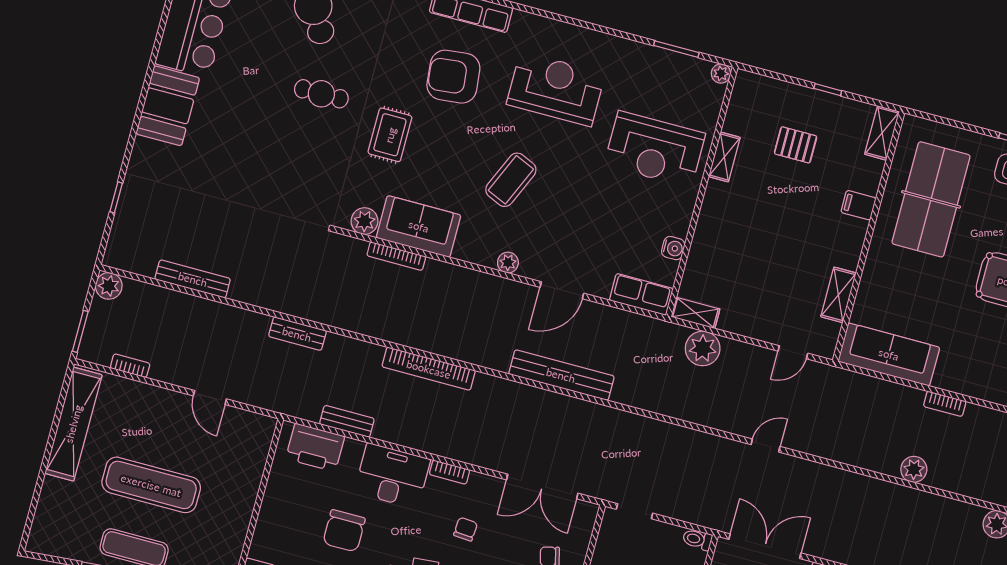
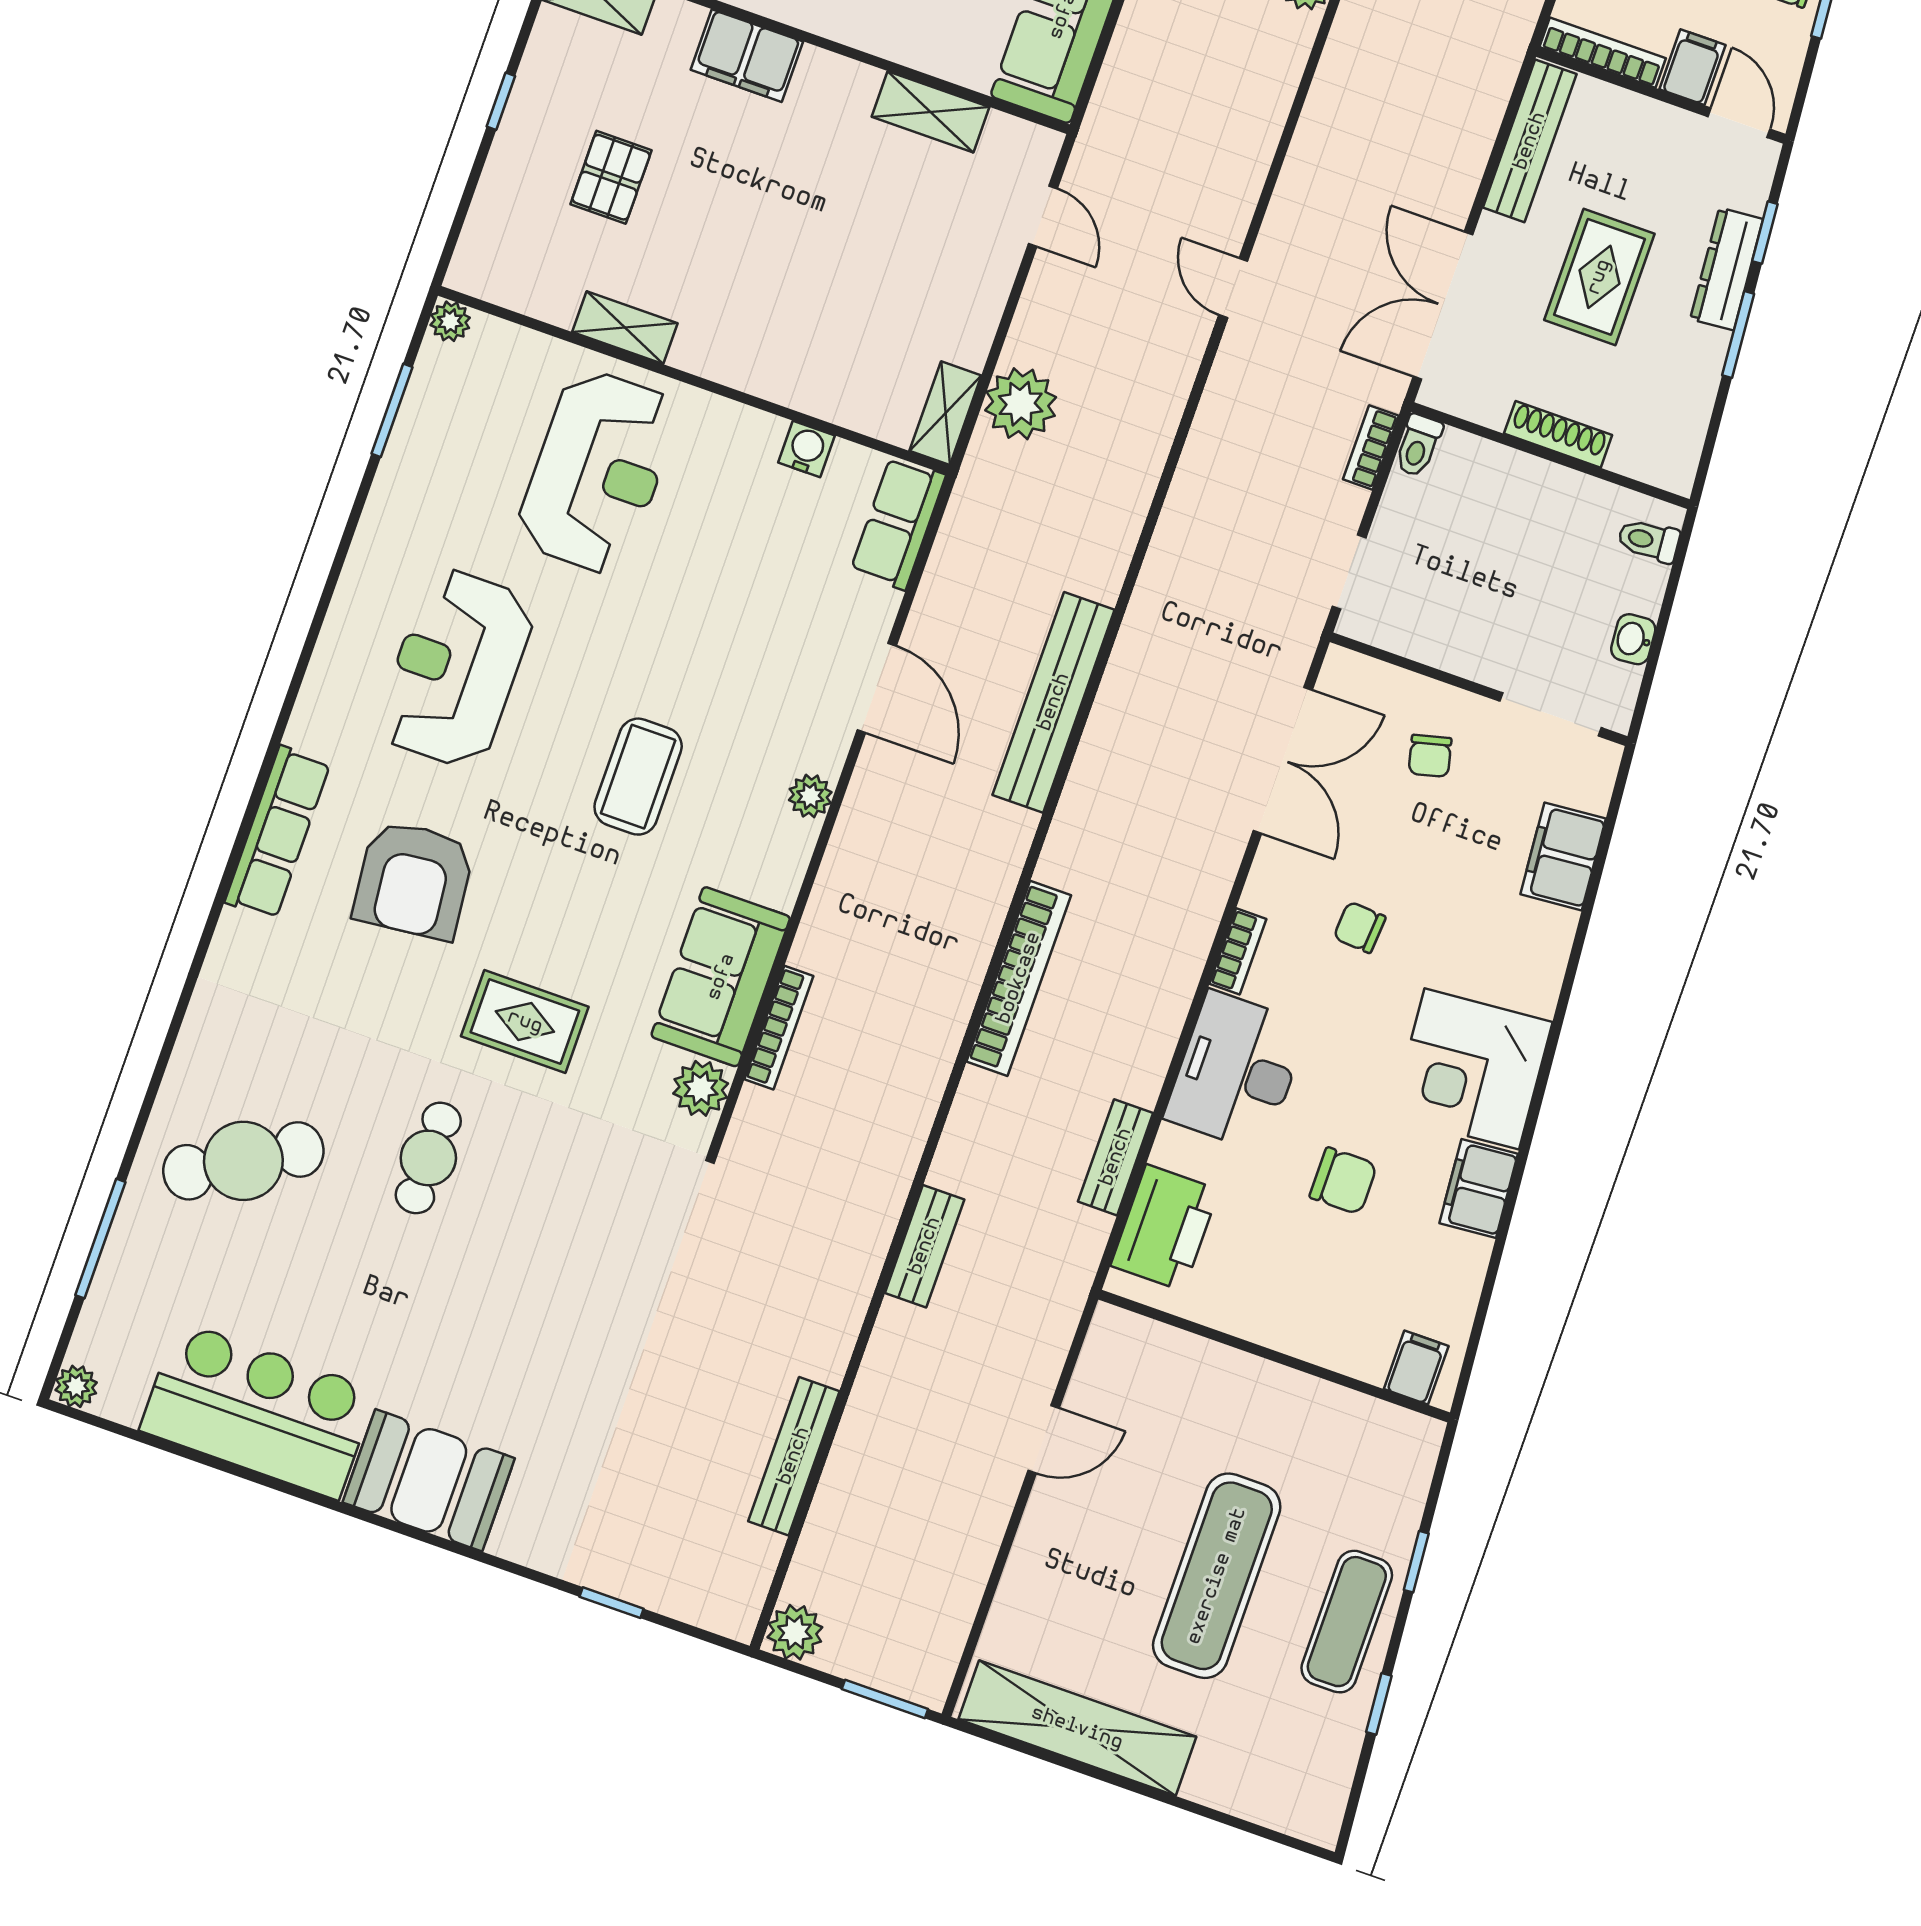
coffee table: (511, 180) -> (638, 777), turned 66
filing cabinet: (859, 205) -> (747, 56), width x2.00
bookcase: (130, 366) -> (1371, 447), moved
chair: (344, 531) -> (1343, 1181), width x0.73, depth x0.73

